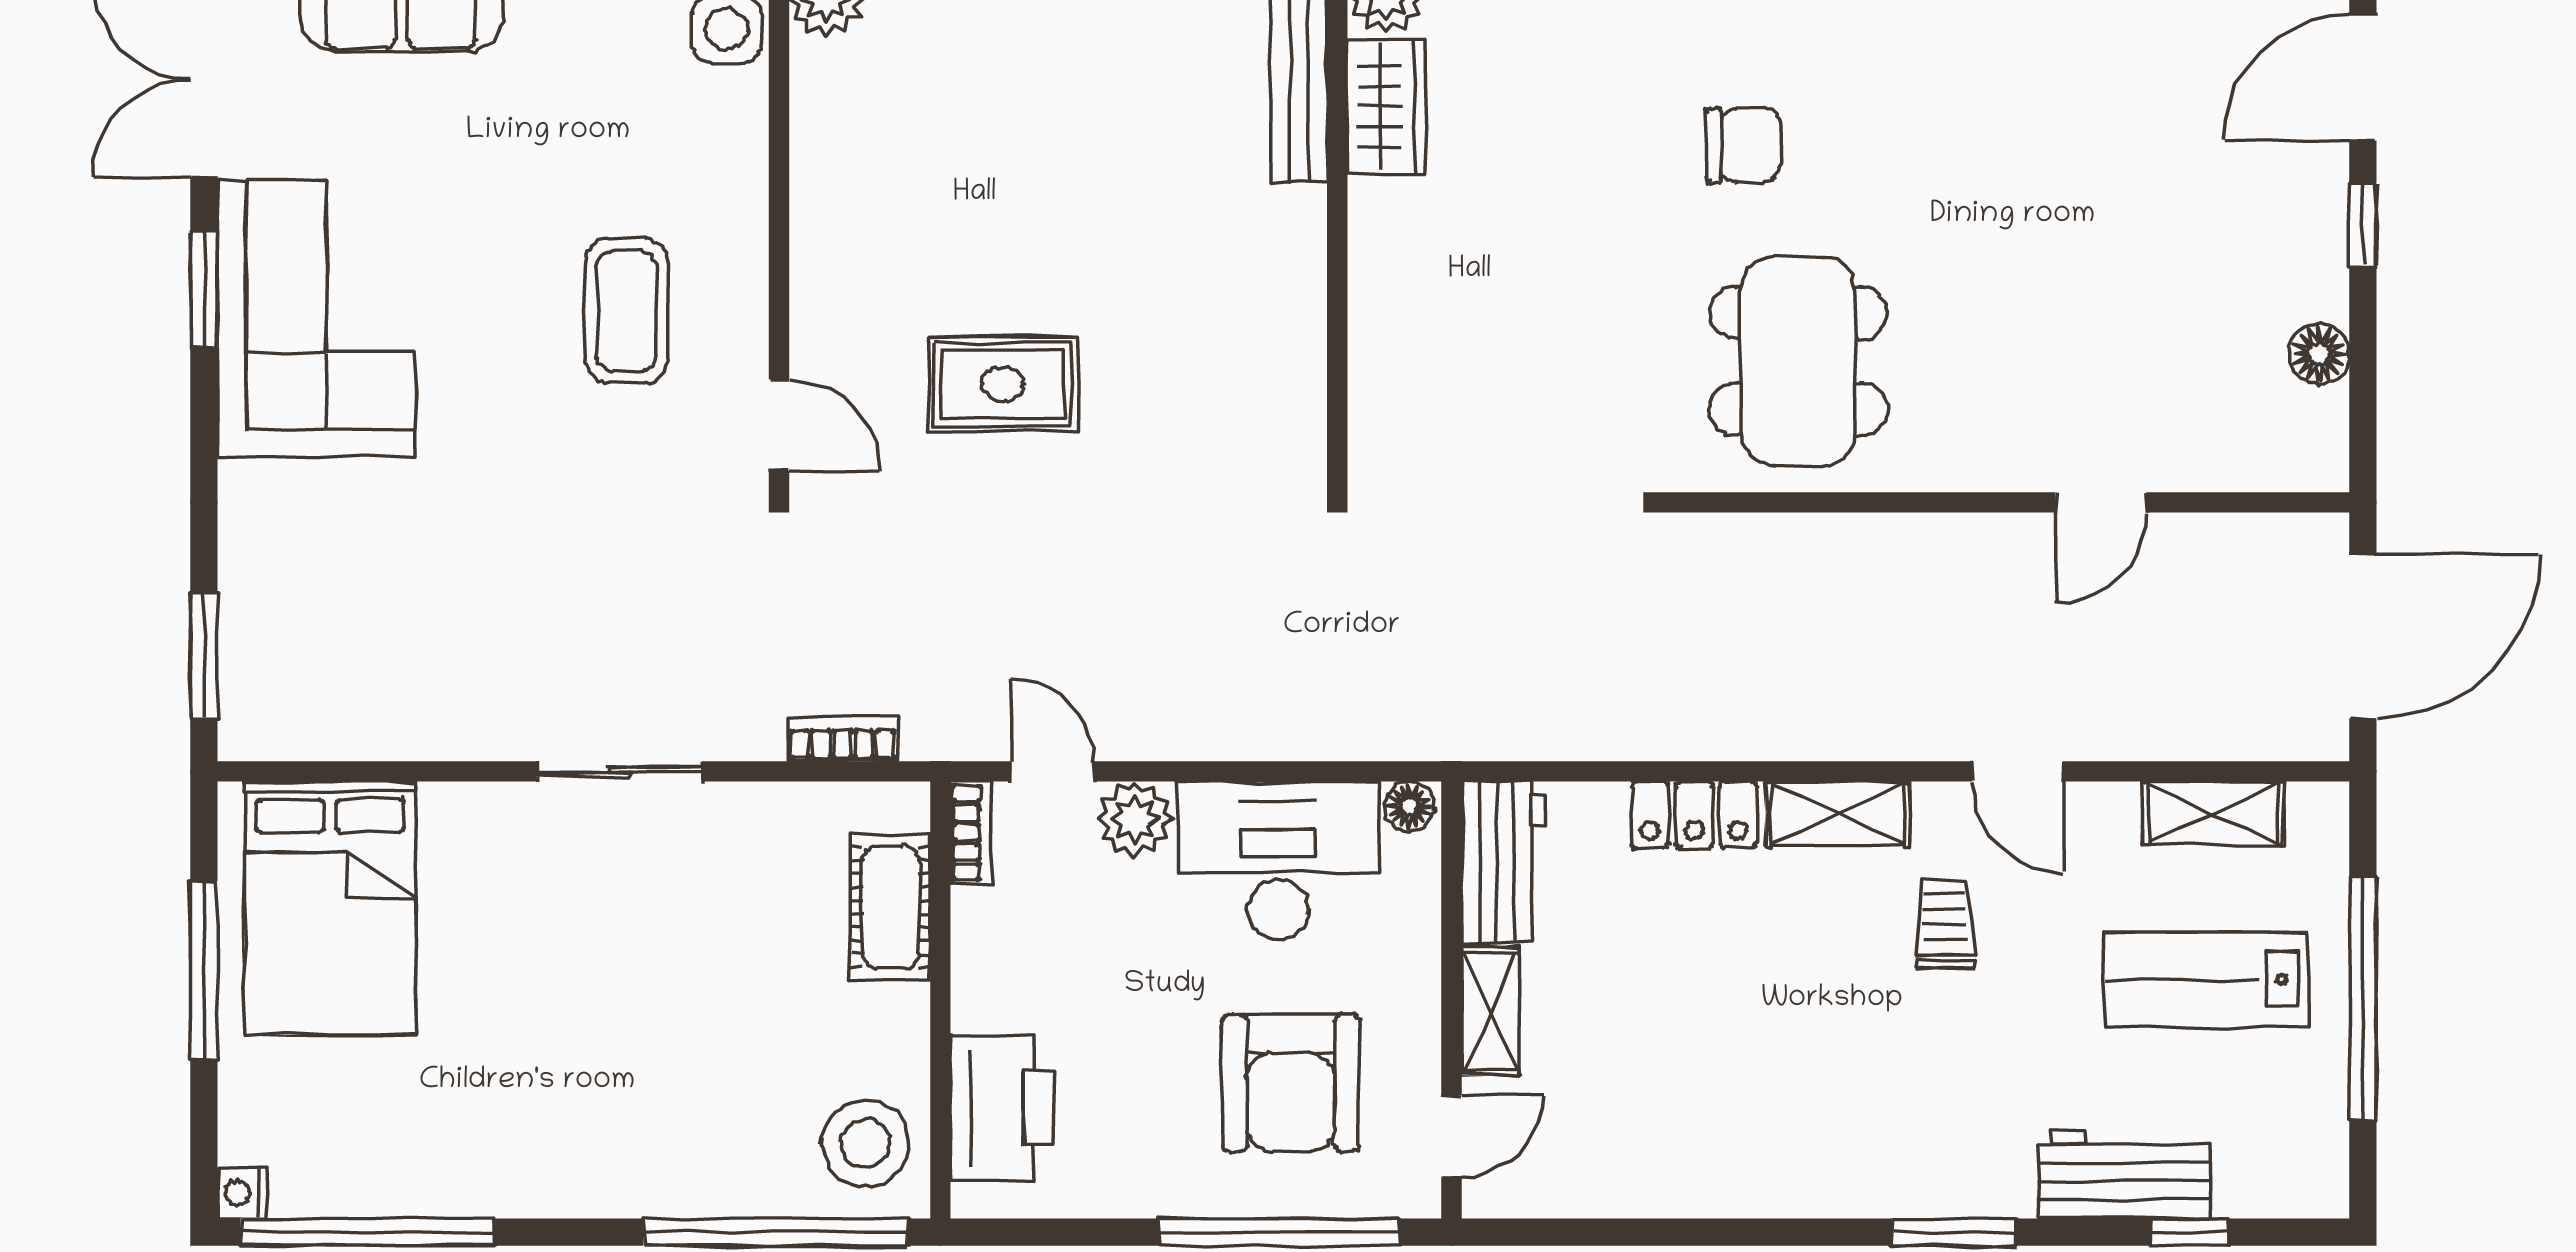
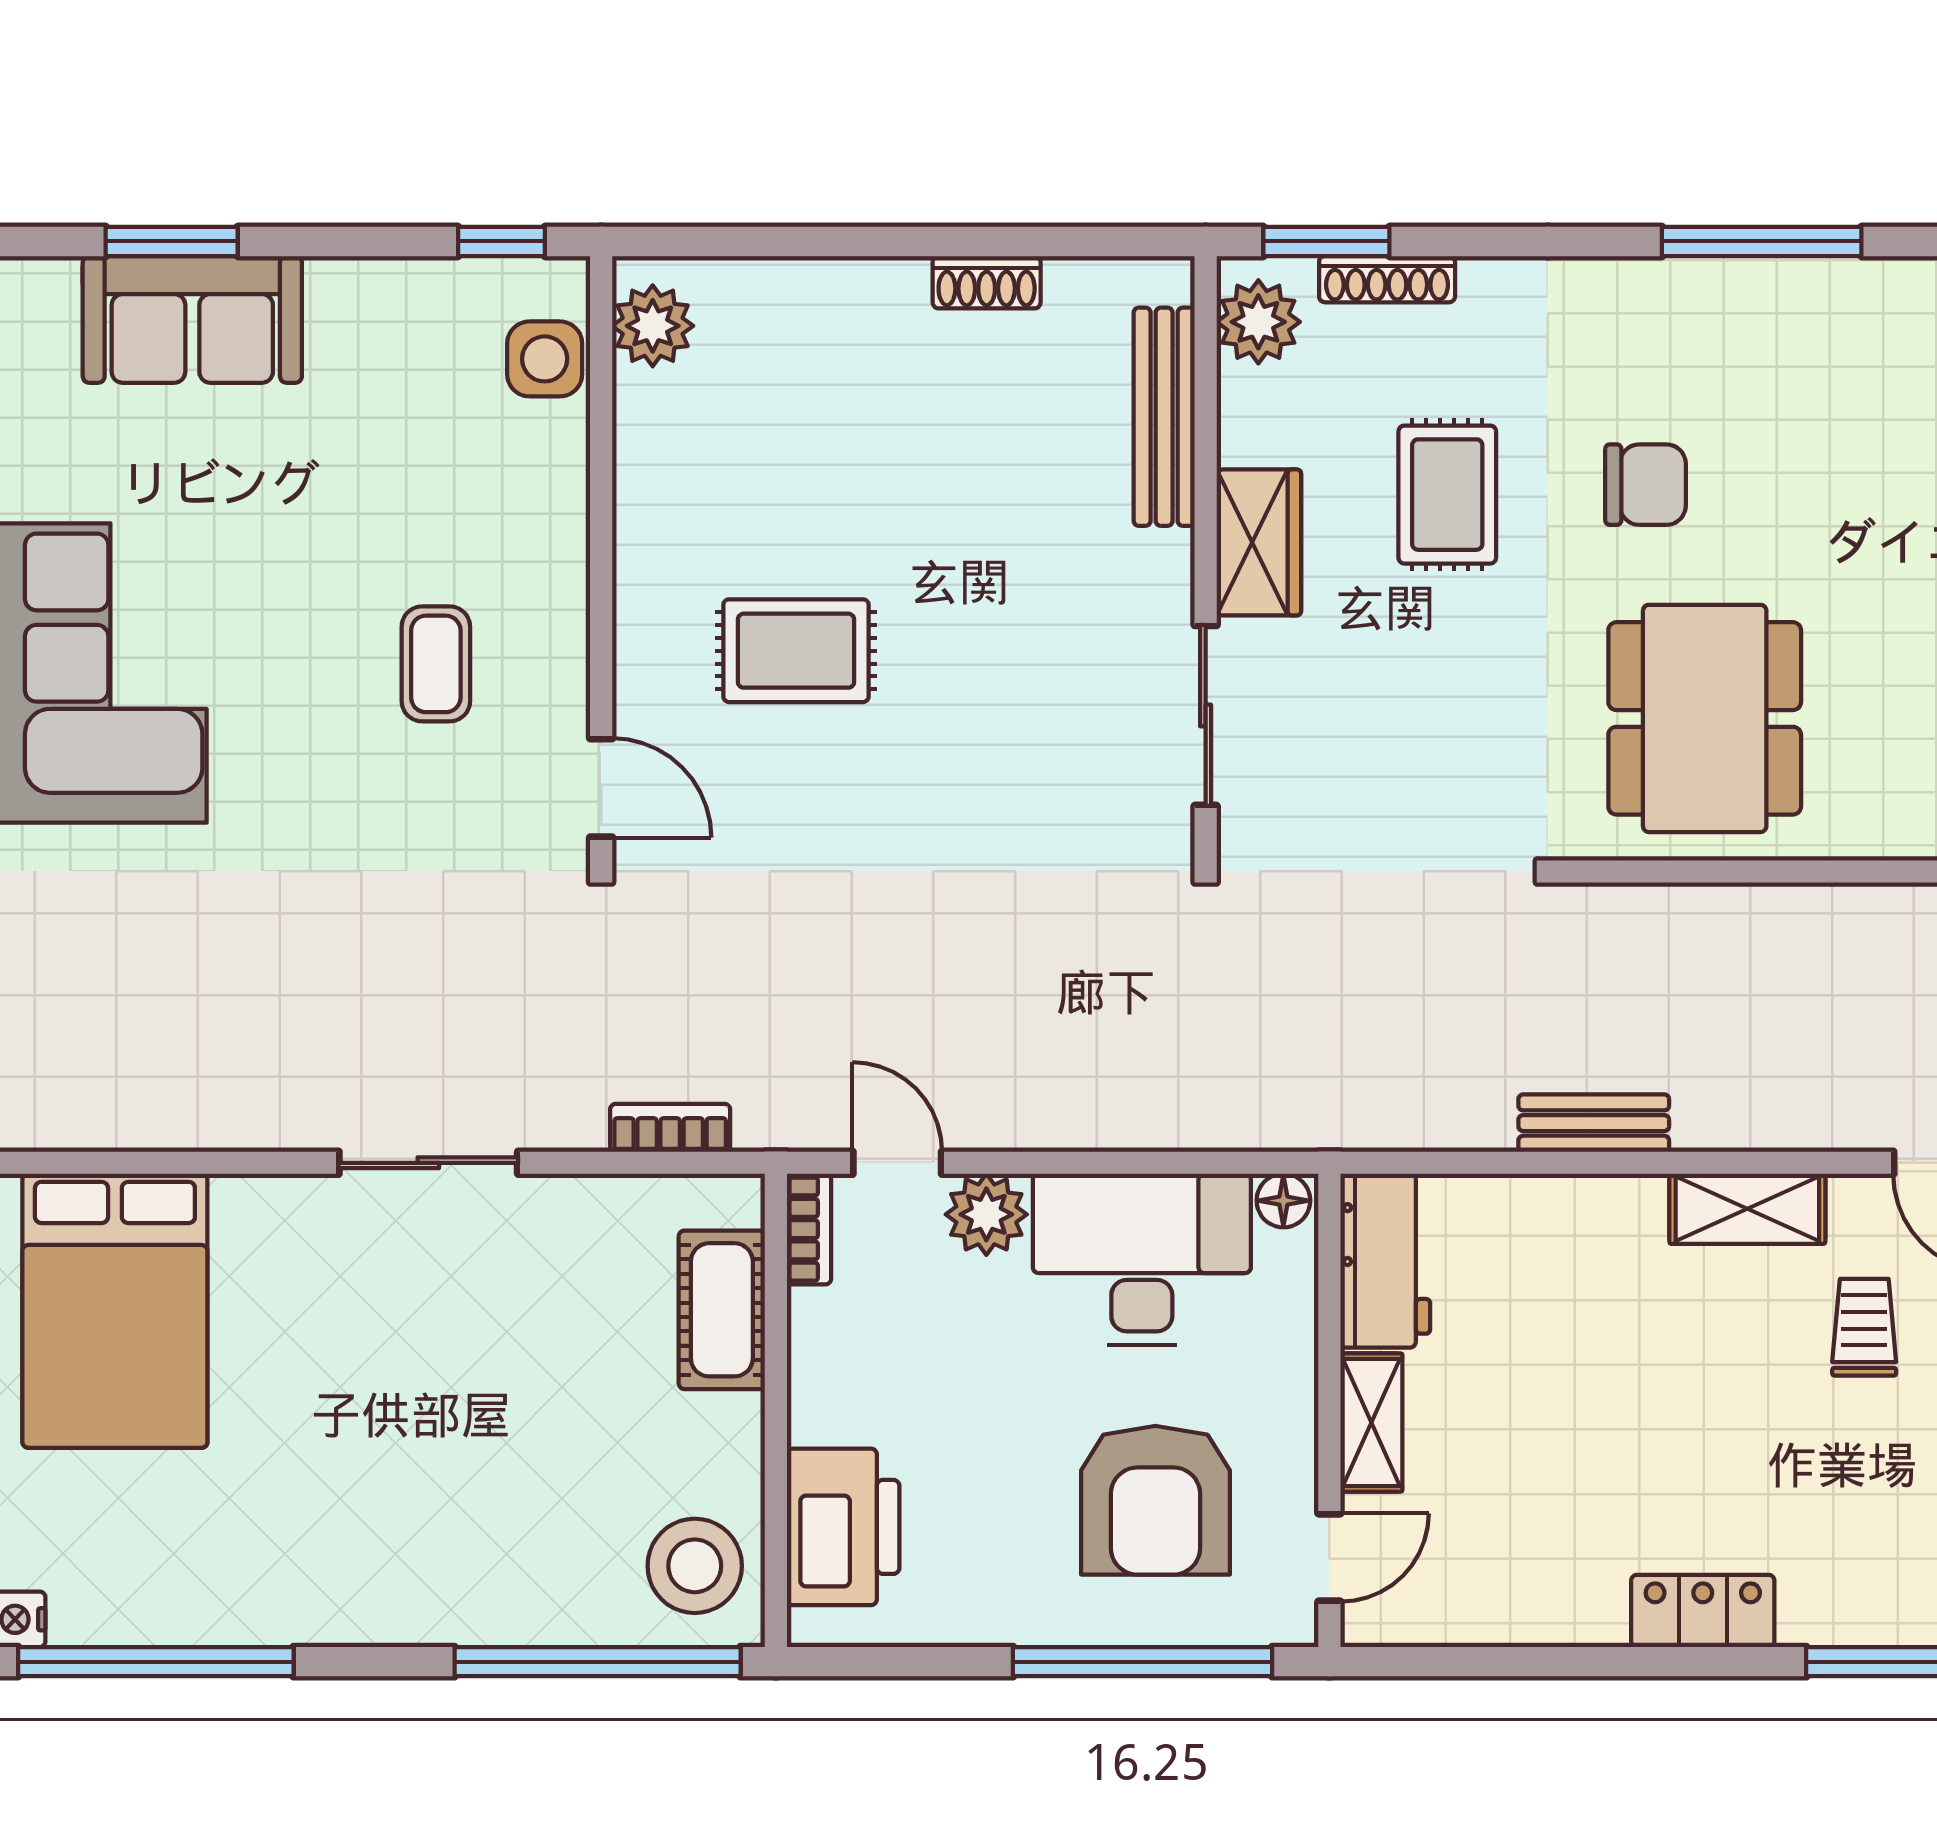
wardrobe: (1386, 106) -> (1259, 542), moved
rug: (1560, 154) -> (1447, 495), added
coffee table: (626, 311) -> (436, 664), width x0.73, depth x0.77
sliding door: (1337, 358) -> (1206, 715), added
rug: (1002, 384) -> (796, 651), moved
bench: (1696, 735) -> (1594, 1123), added
locker: (1694, 815) -> (1703, 1611), moved, turned 180

